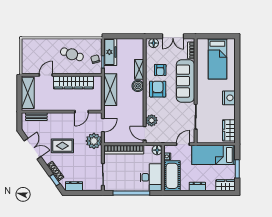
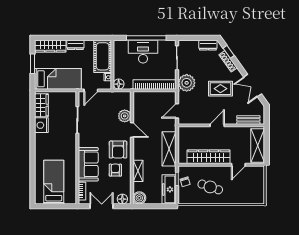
sofa: (185, 81) -> (88, 164), width x0.73
boiler: (138, 86) -> (139, 198), moved
nightstand: (229, 98) -> (41, 125), moved
door: (82, 112) -> (217, 125), moved
door: (145, 133) -> (132, 130), moved
plant: (94, 141) -> (187, 83), moved
desk: (151, 177) -> (143, 52), moved, turned 90
wardrobe: (226, 185) -> (50, 46), width x1.50

